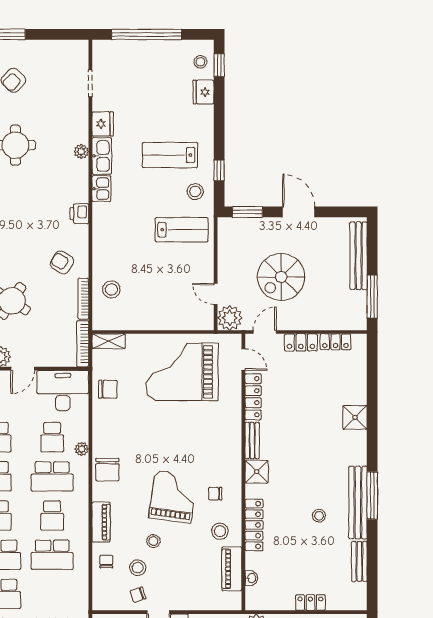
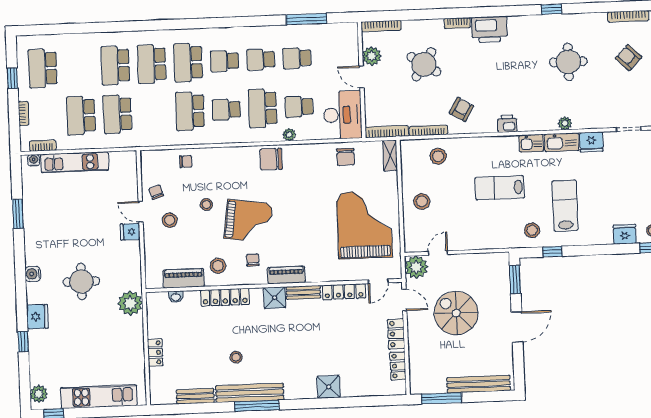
lab bench: (182, 230) -> (500, 188), moved, turned 90
stool: (159, 309) -> (422, 201), added
piano: (101, 522) -> (286, 275), moved, turned 180
stool: (138, 568) -> (170, 220), moved

